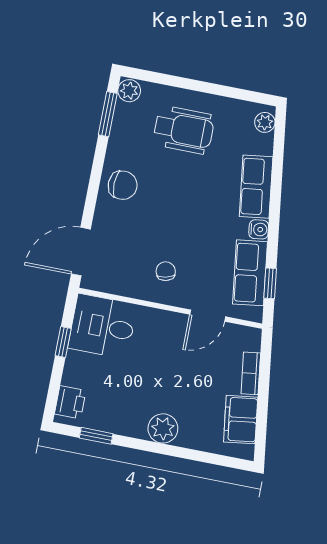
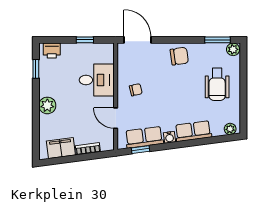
chair: (123, 185) -> (179, 56), turned -99
desk: (102, 326) -> (97, 80), moved, turned 90

